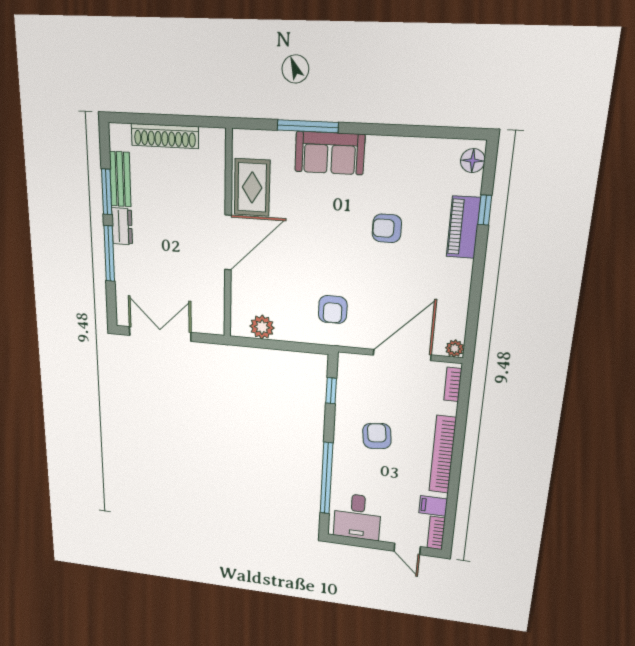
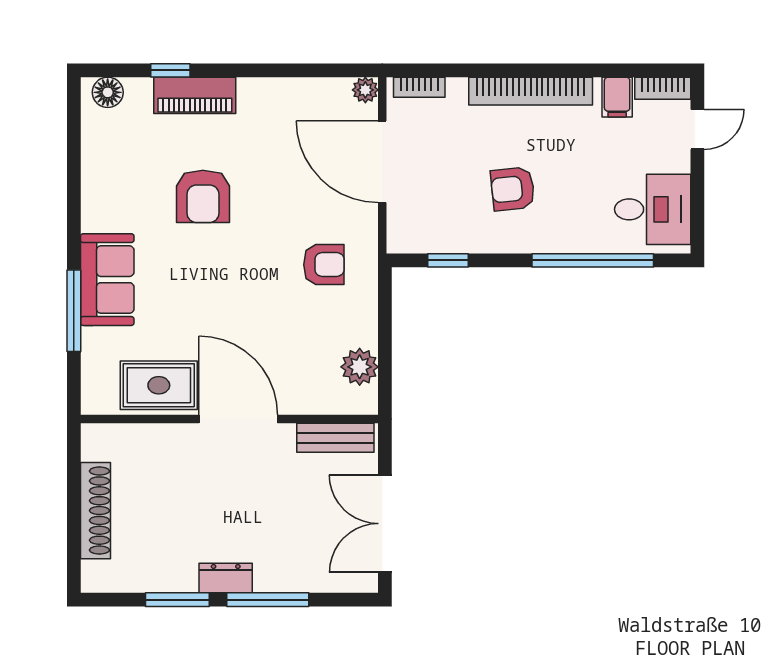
bench: (120, 179) -> (335, 438), moved
armchair: (387, 228) -> (203, 196), width x1.38, depth x1.38

